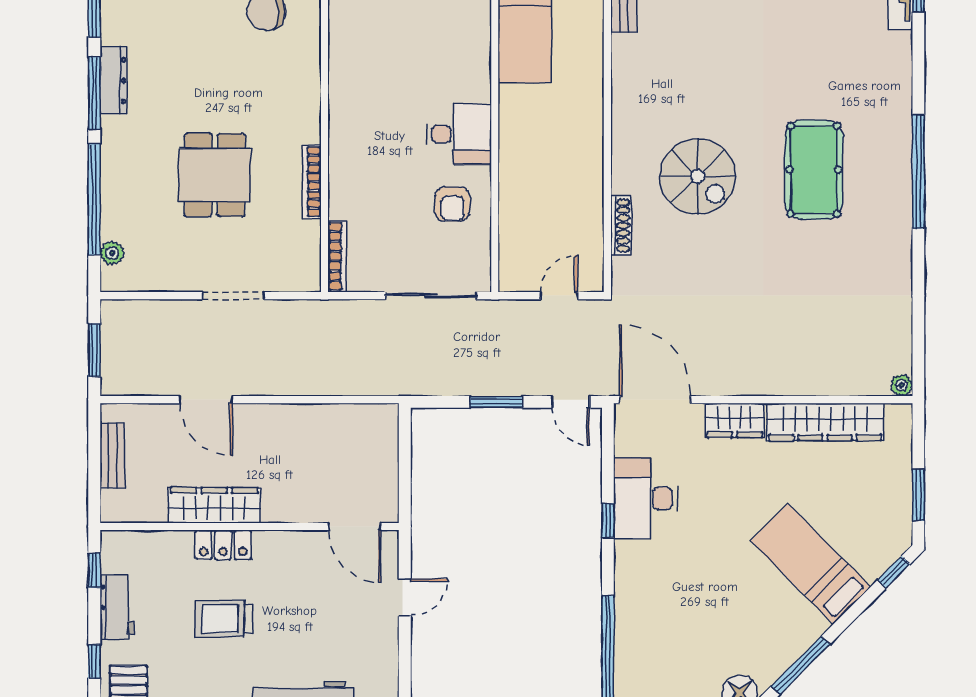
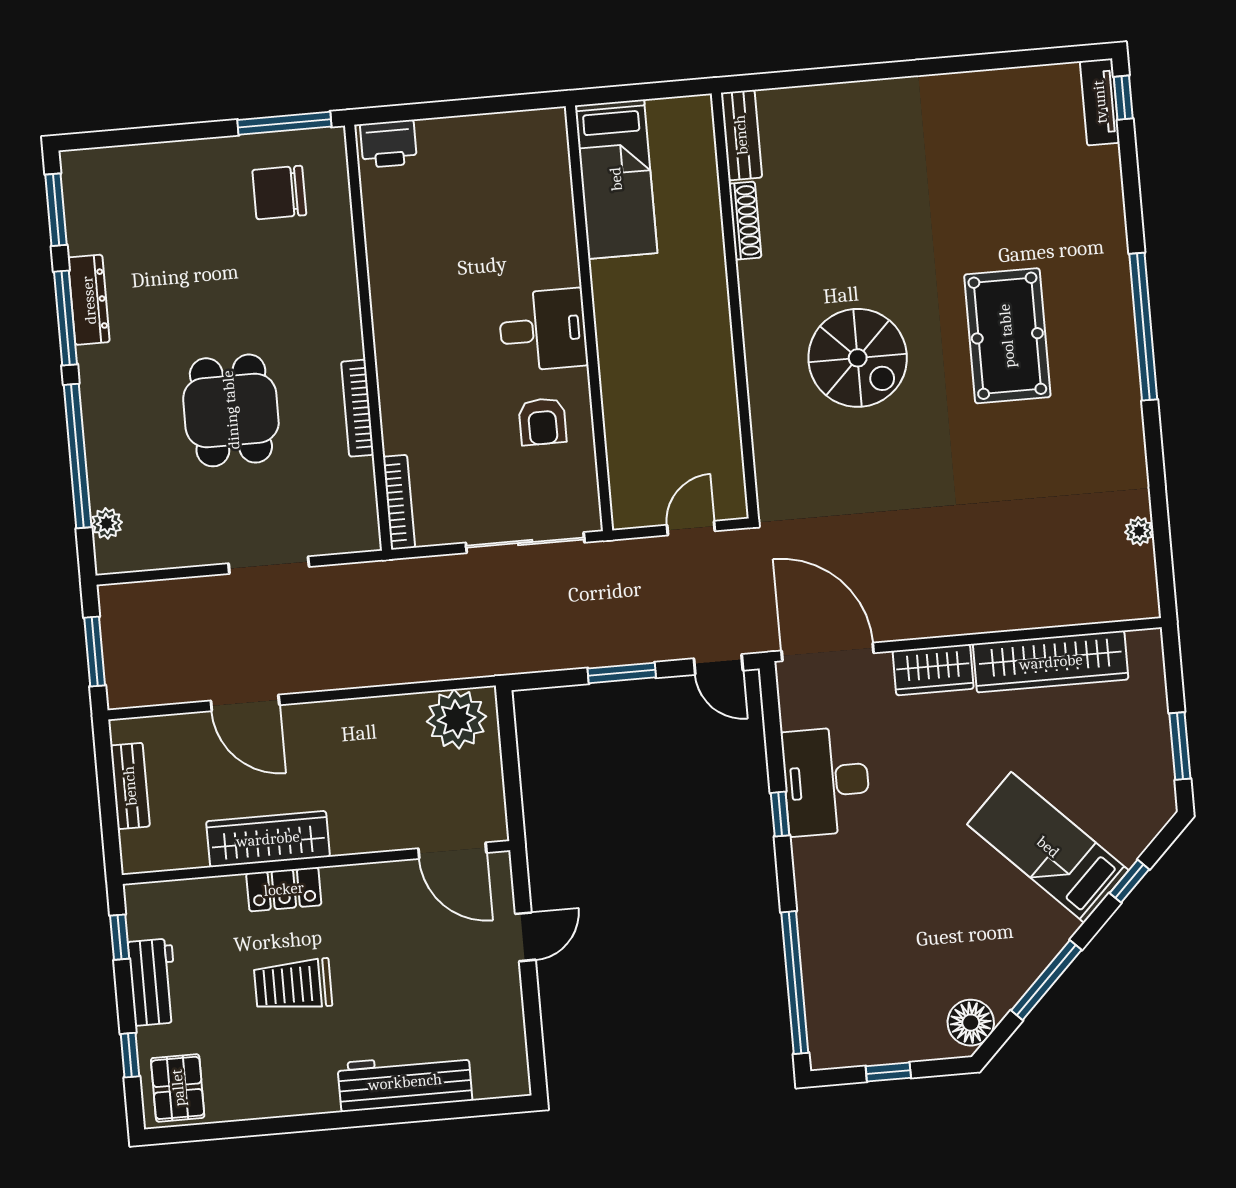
shoe rack: (621, 226) -> (745, 221), moved
plant: (902, 385) -> (1139, 531), moved
plant: (367, 426) -> (456, 719), added
window: (894, 572) -> (1129, 881), moved

